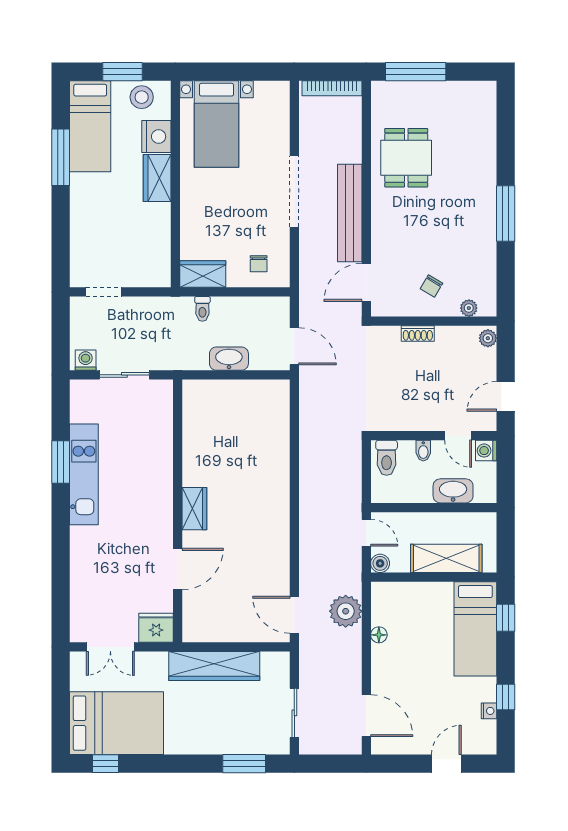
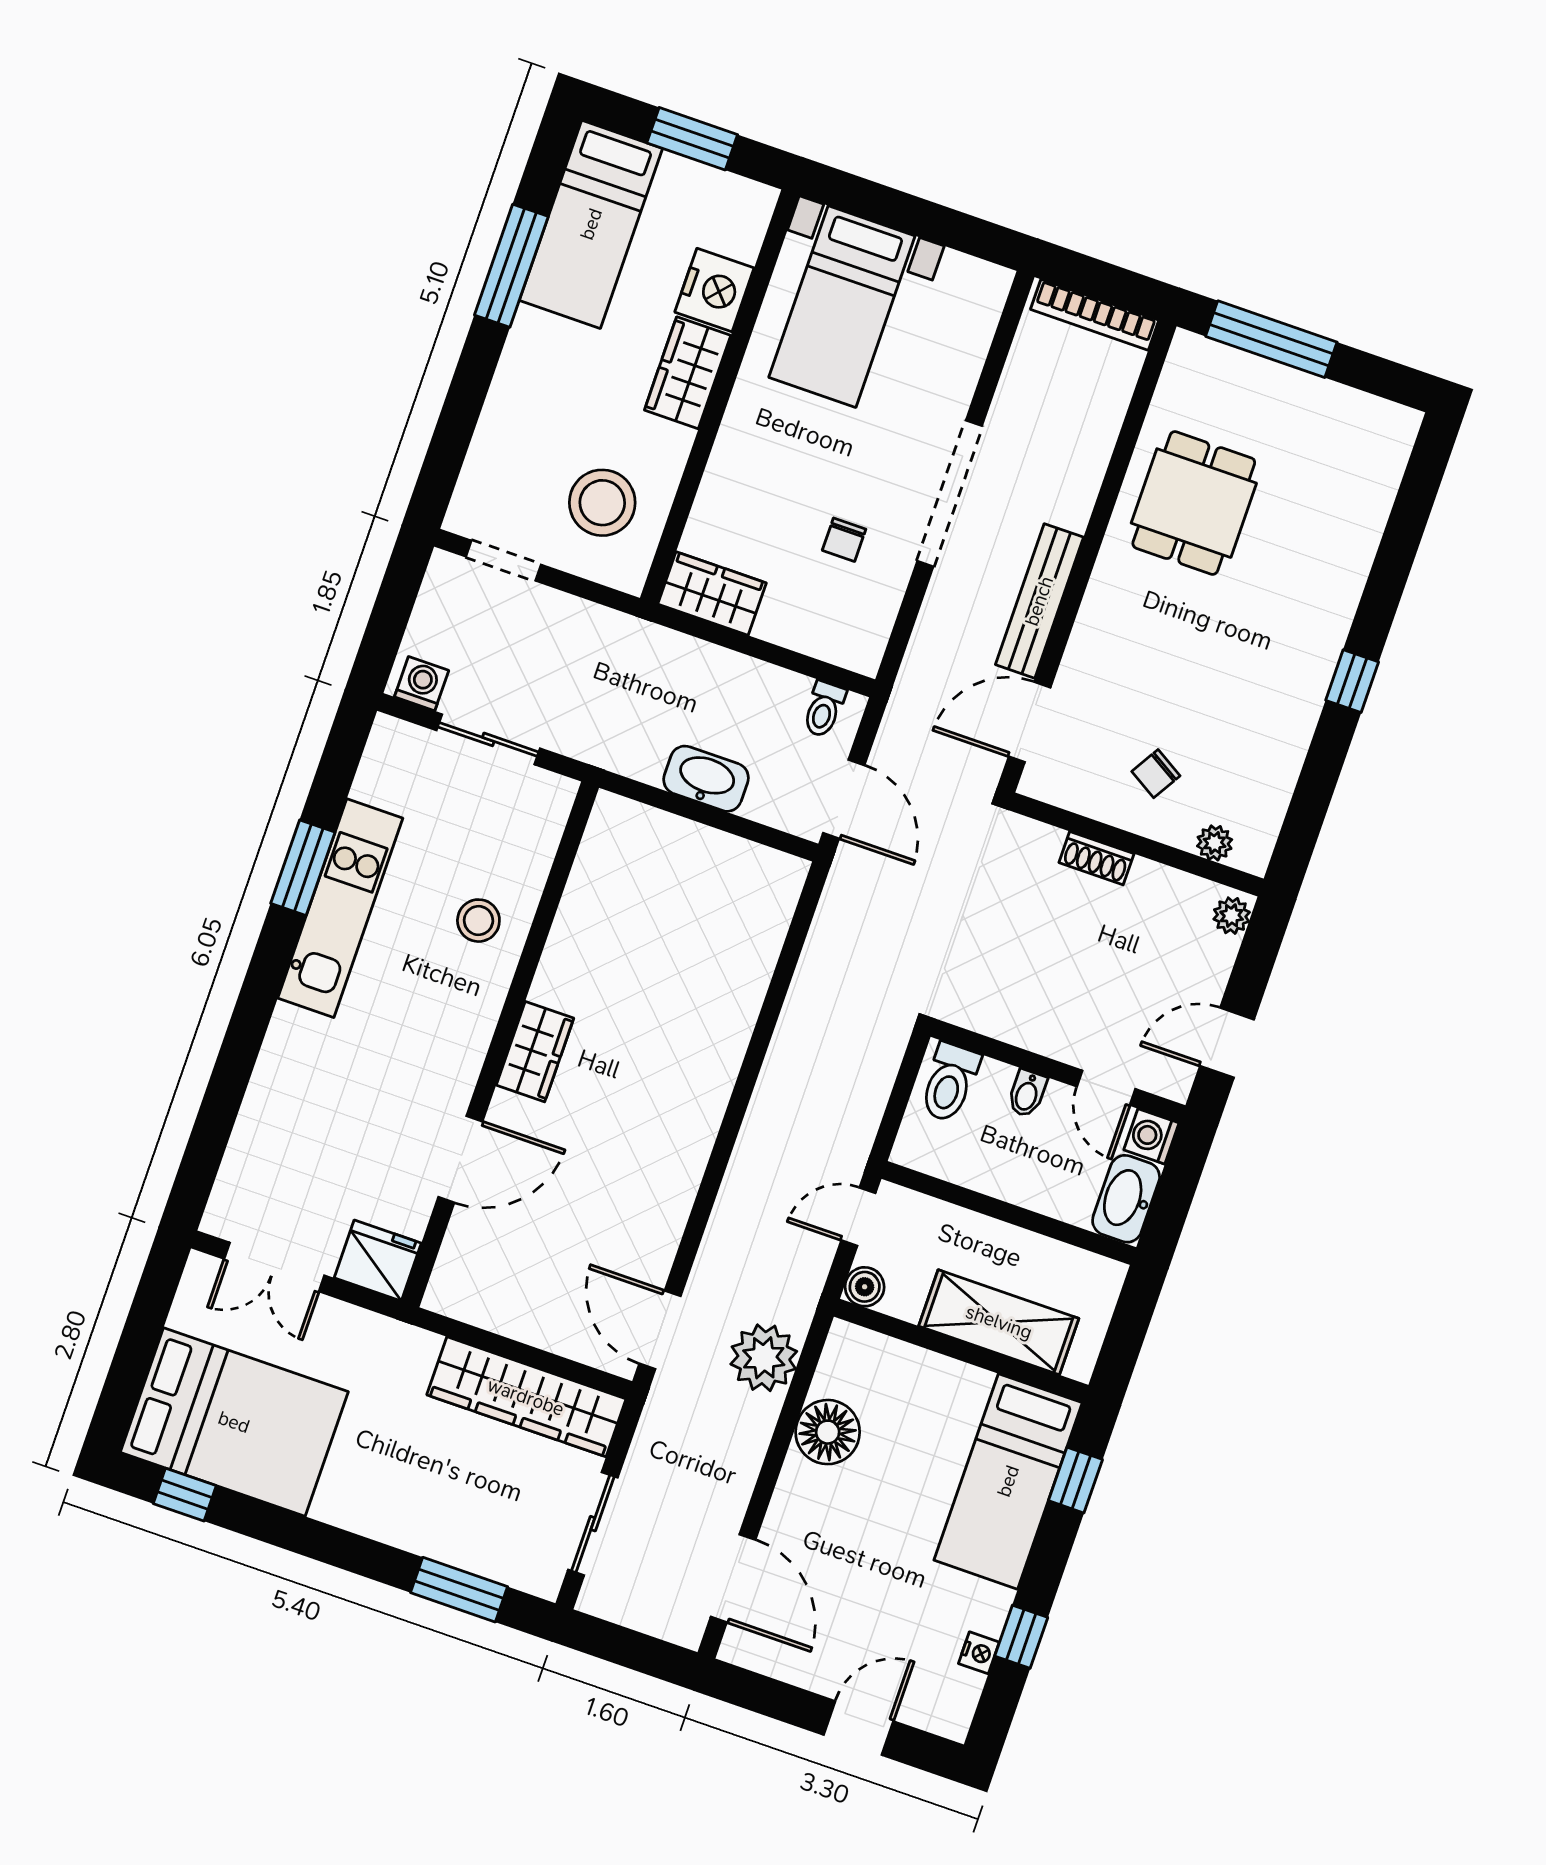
stool: (142, 97) -> (602, 503), moved, width x1.38, depth x1.38
bench: (350, 213) -> (1039, 601), width x0.73, depth x0.82
window: (506, 213) -> (1352, 681), width x0.46
chair: (259, 264) -> (844, 540), moved
toilet: (202, 309) -> (824, 709), moved
stool: (148, 458) -> (478, 921), added
washbasin: (453, 491) -> (1126, 1199), moved, turned -90
door: (366, 533) -> (858, 1217), swing flipped
floor lamp: (379, 635) -> (828, 1432), width x1.89, depth x1.89
wardrobe: (214, 666) -> (526, 1397), moved

